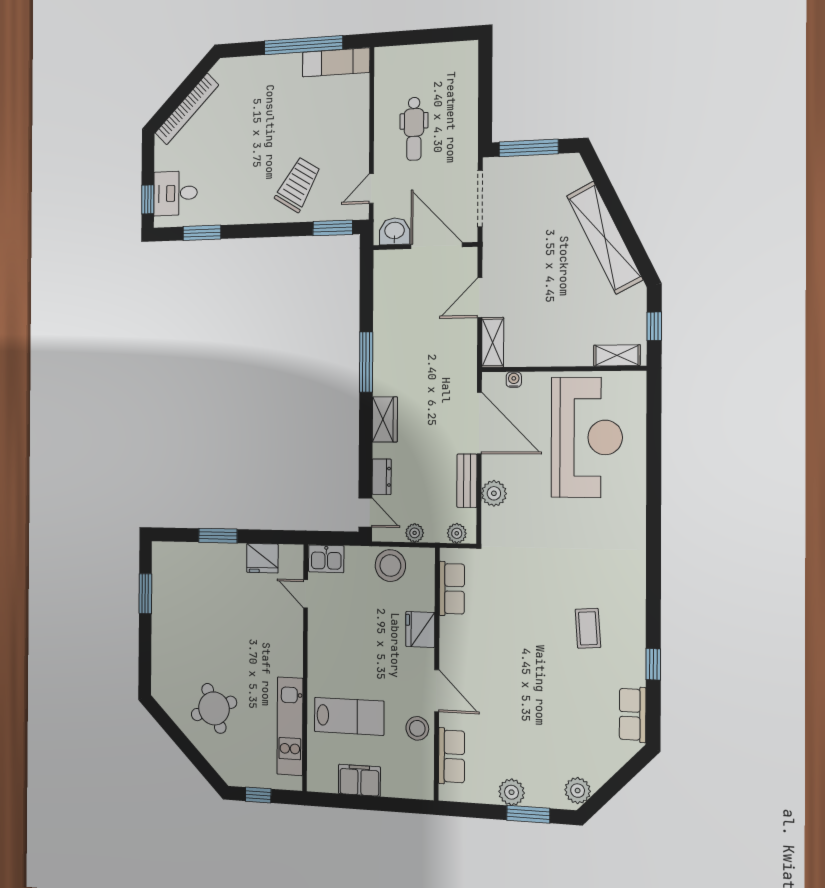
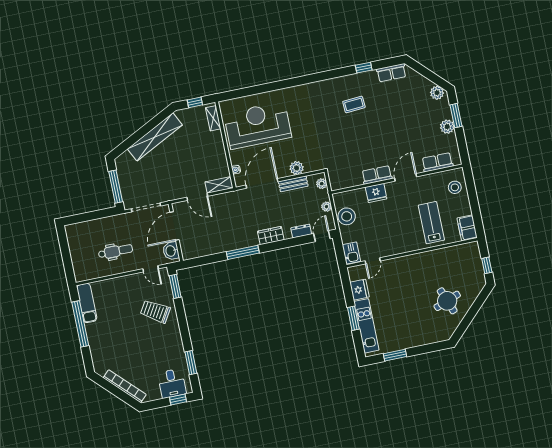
row of seats: (452, 589) -> (377, 175), moved
kitchen unit: (290, 726) -> (366, 326), moved, turned -90
stool: (417, 728) -> (455, 187), moved
filing cabinet: (359, 780) -> (467, 228), moved

